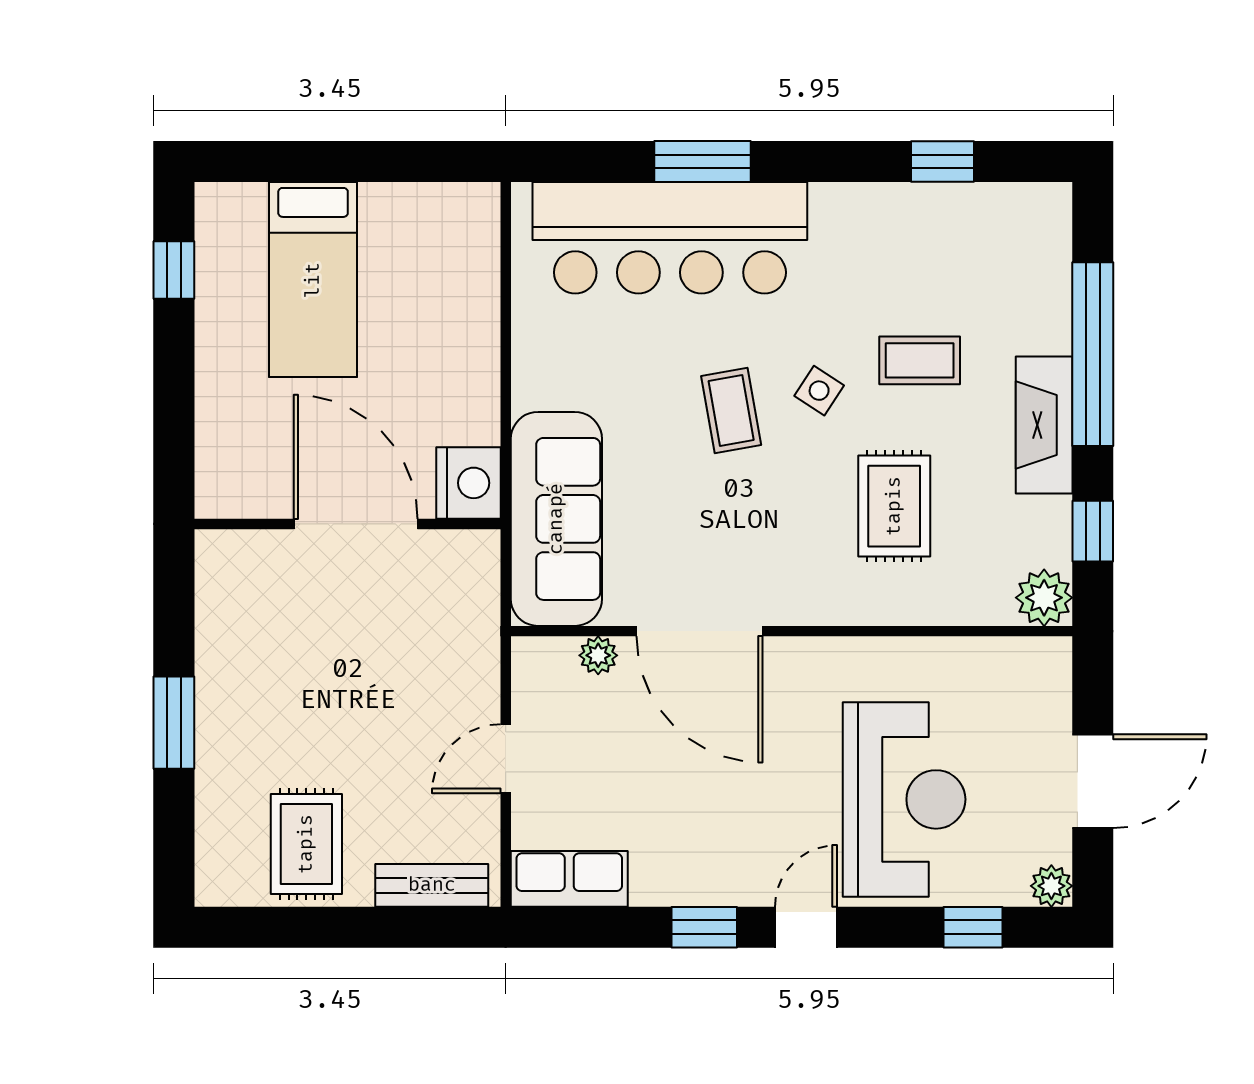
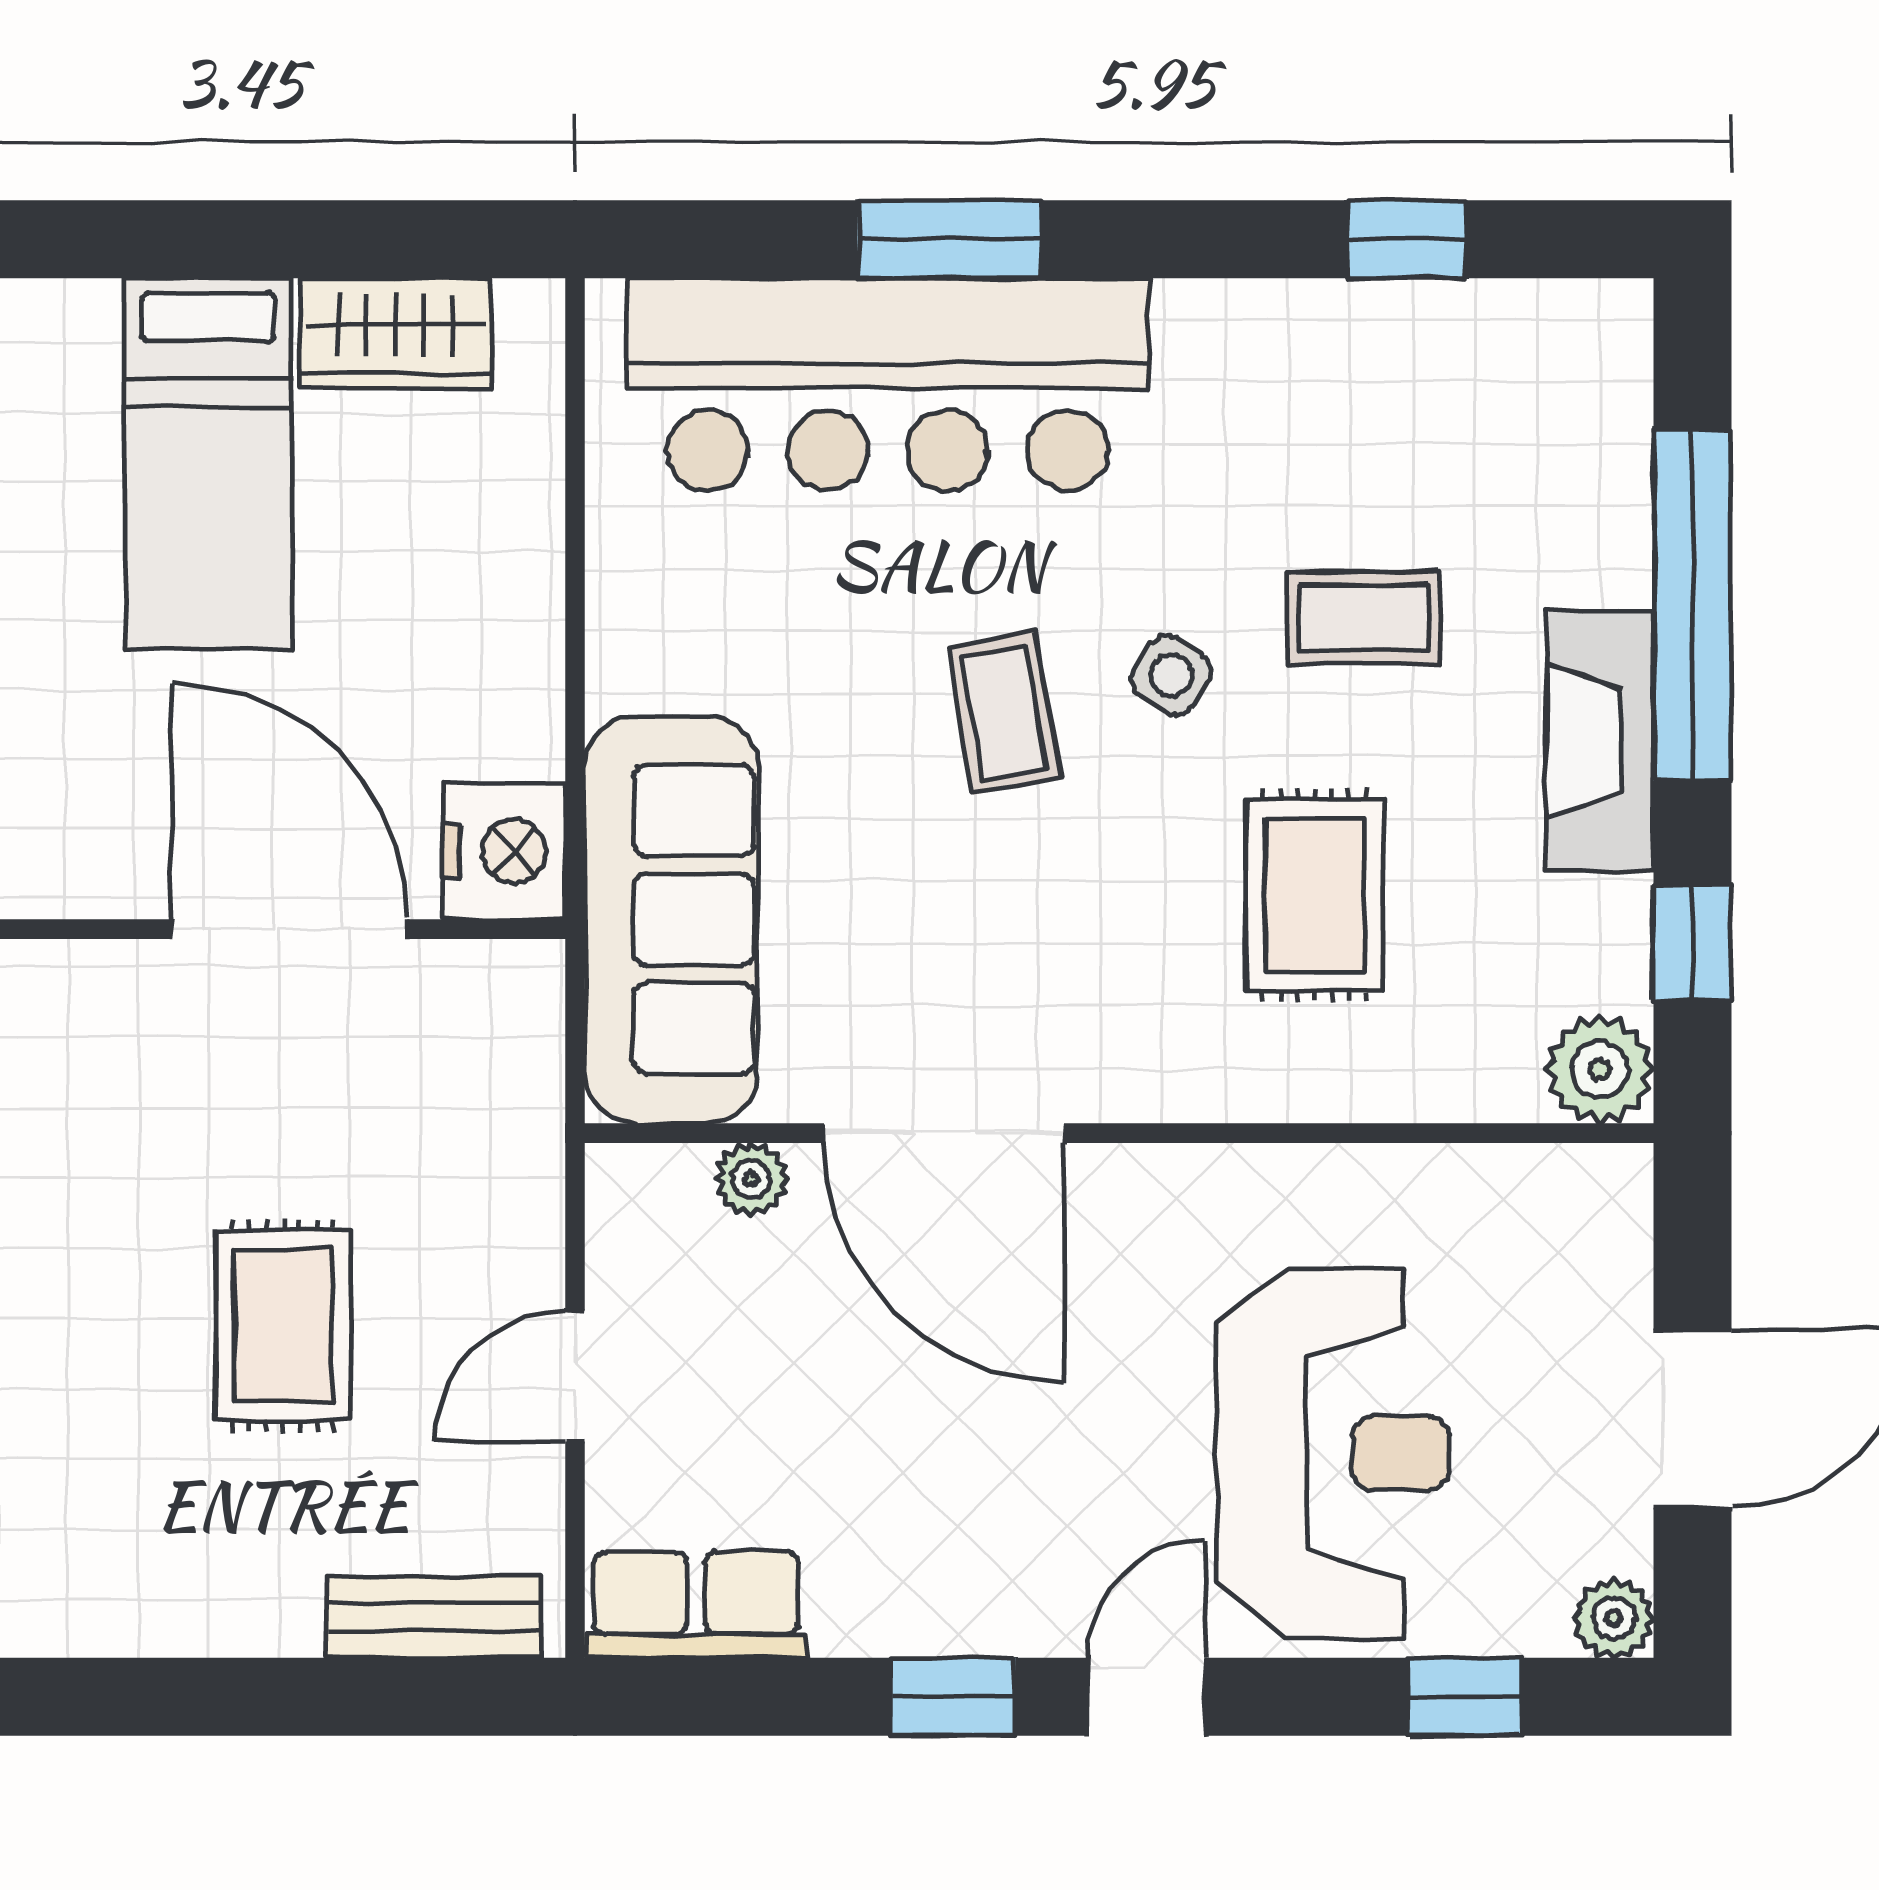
wardrobe: (411, 211) -> (395, 333), added
rug: (306, 844) -> (283, 1325), moved

